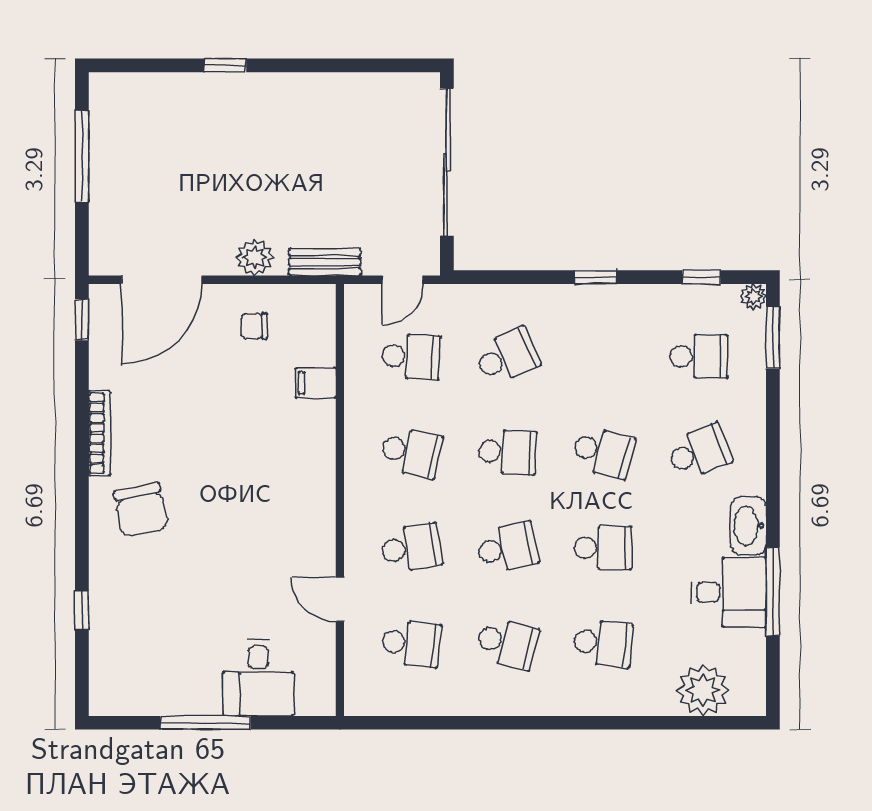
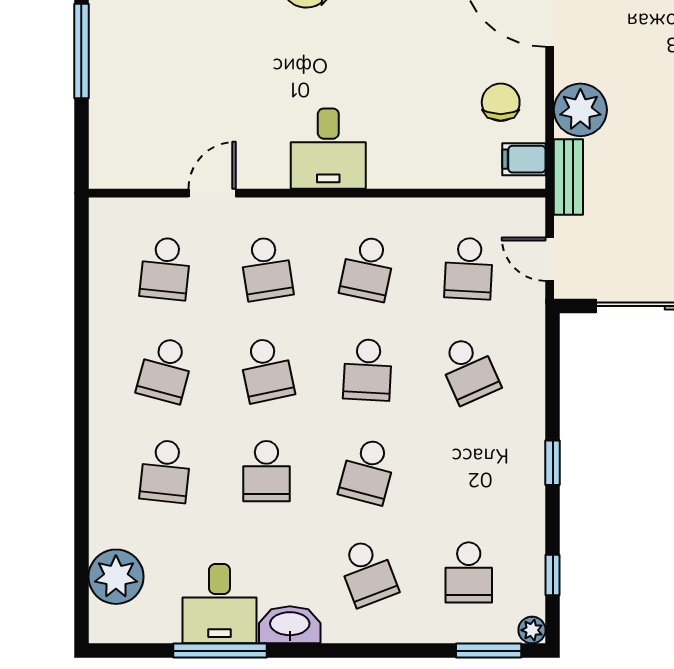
plant: (255, 257) -> (580, 110), width x1.36, depth x1.36
chair: (254, 326) -> (501, 102), width x1.37, depth x1.37
filing cabinet: (316, 383) -> (524, 159), moved, turned -90
desk: (258, 678) -> (328, 149), moved, turned -90

